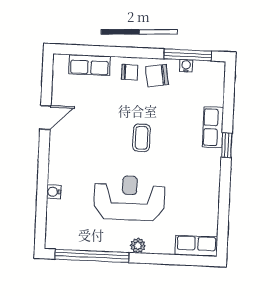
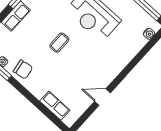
chair: (130, 72) -> (36, 84), removed
water cooler: (54, 192) -> (149, 34), moved

